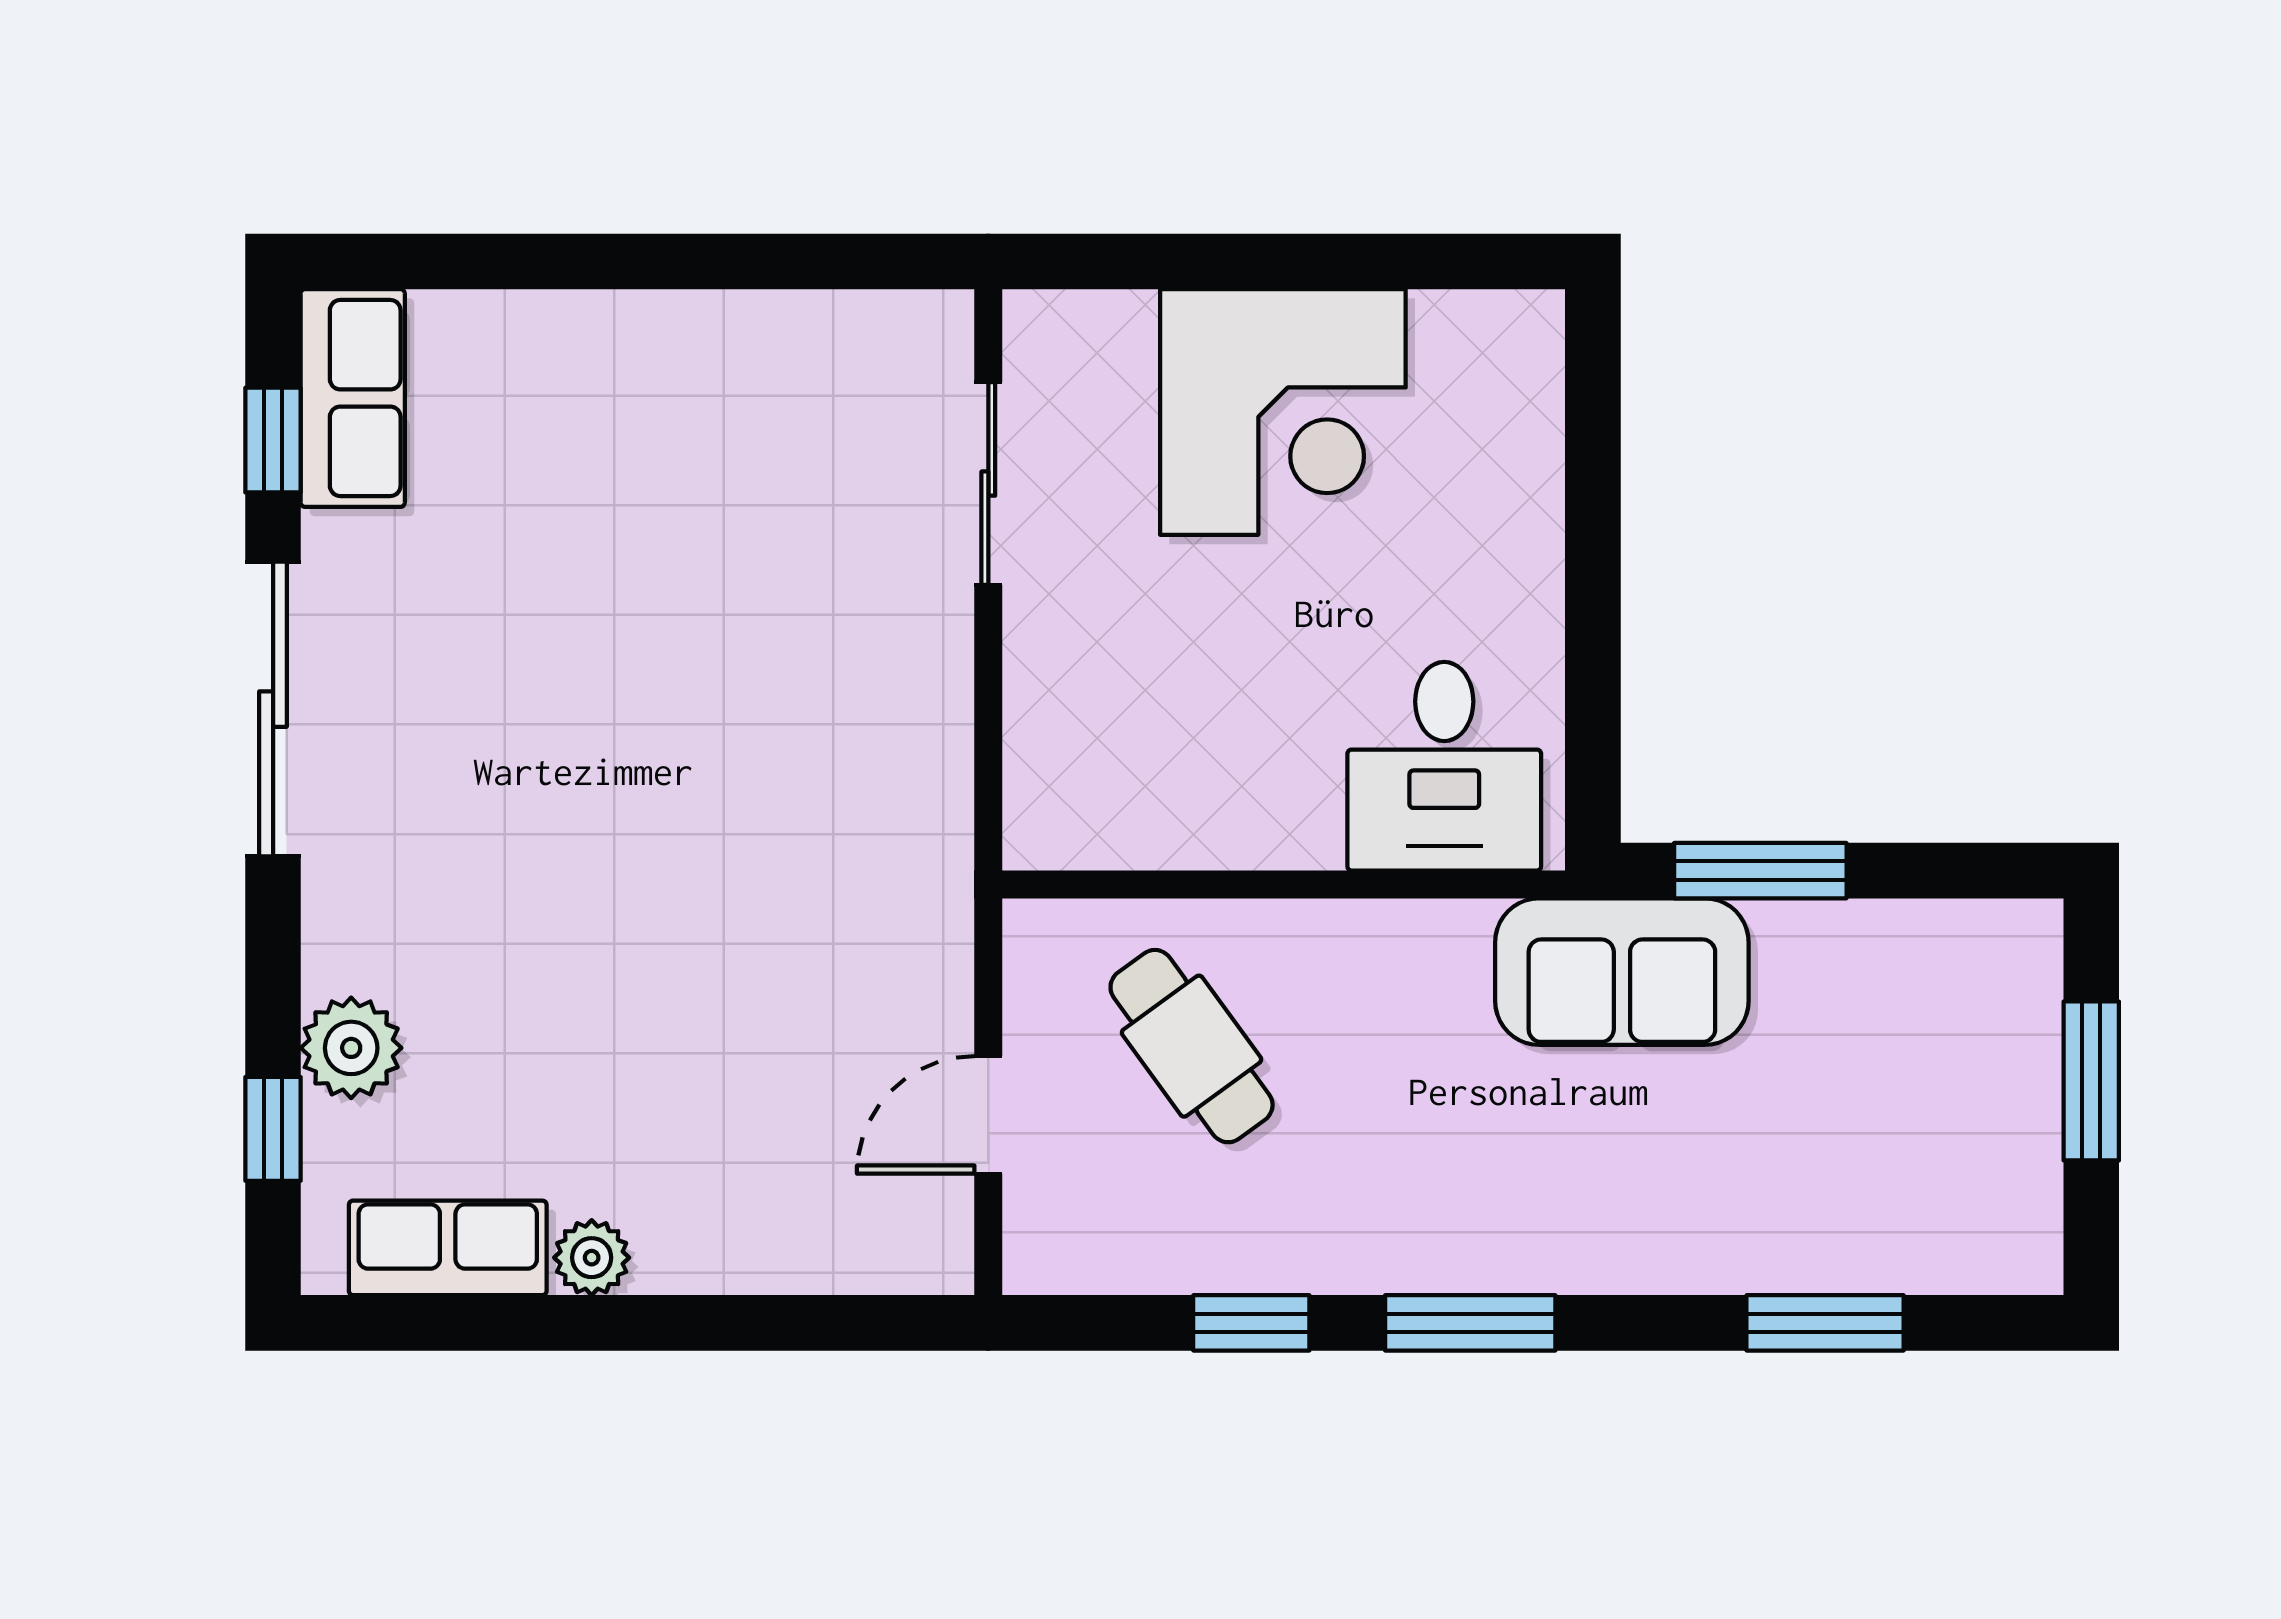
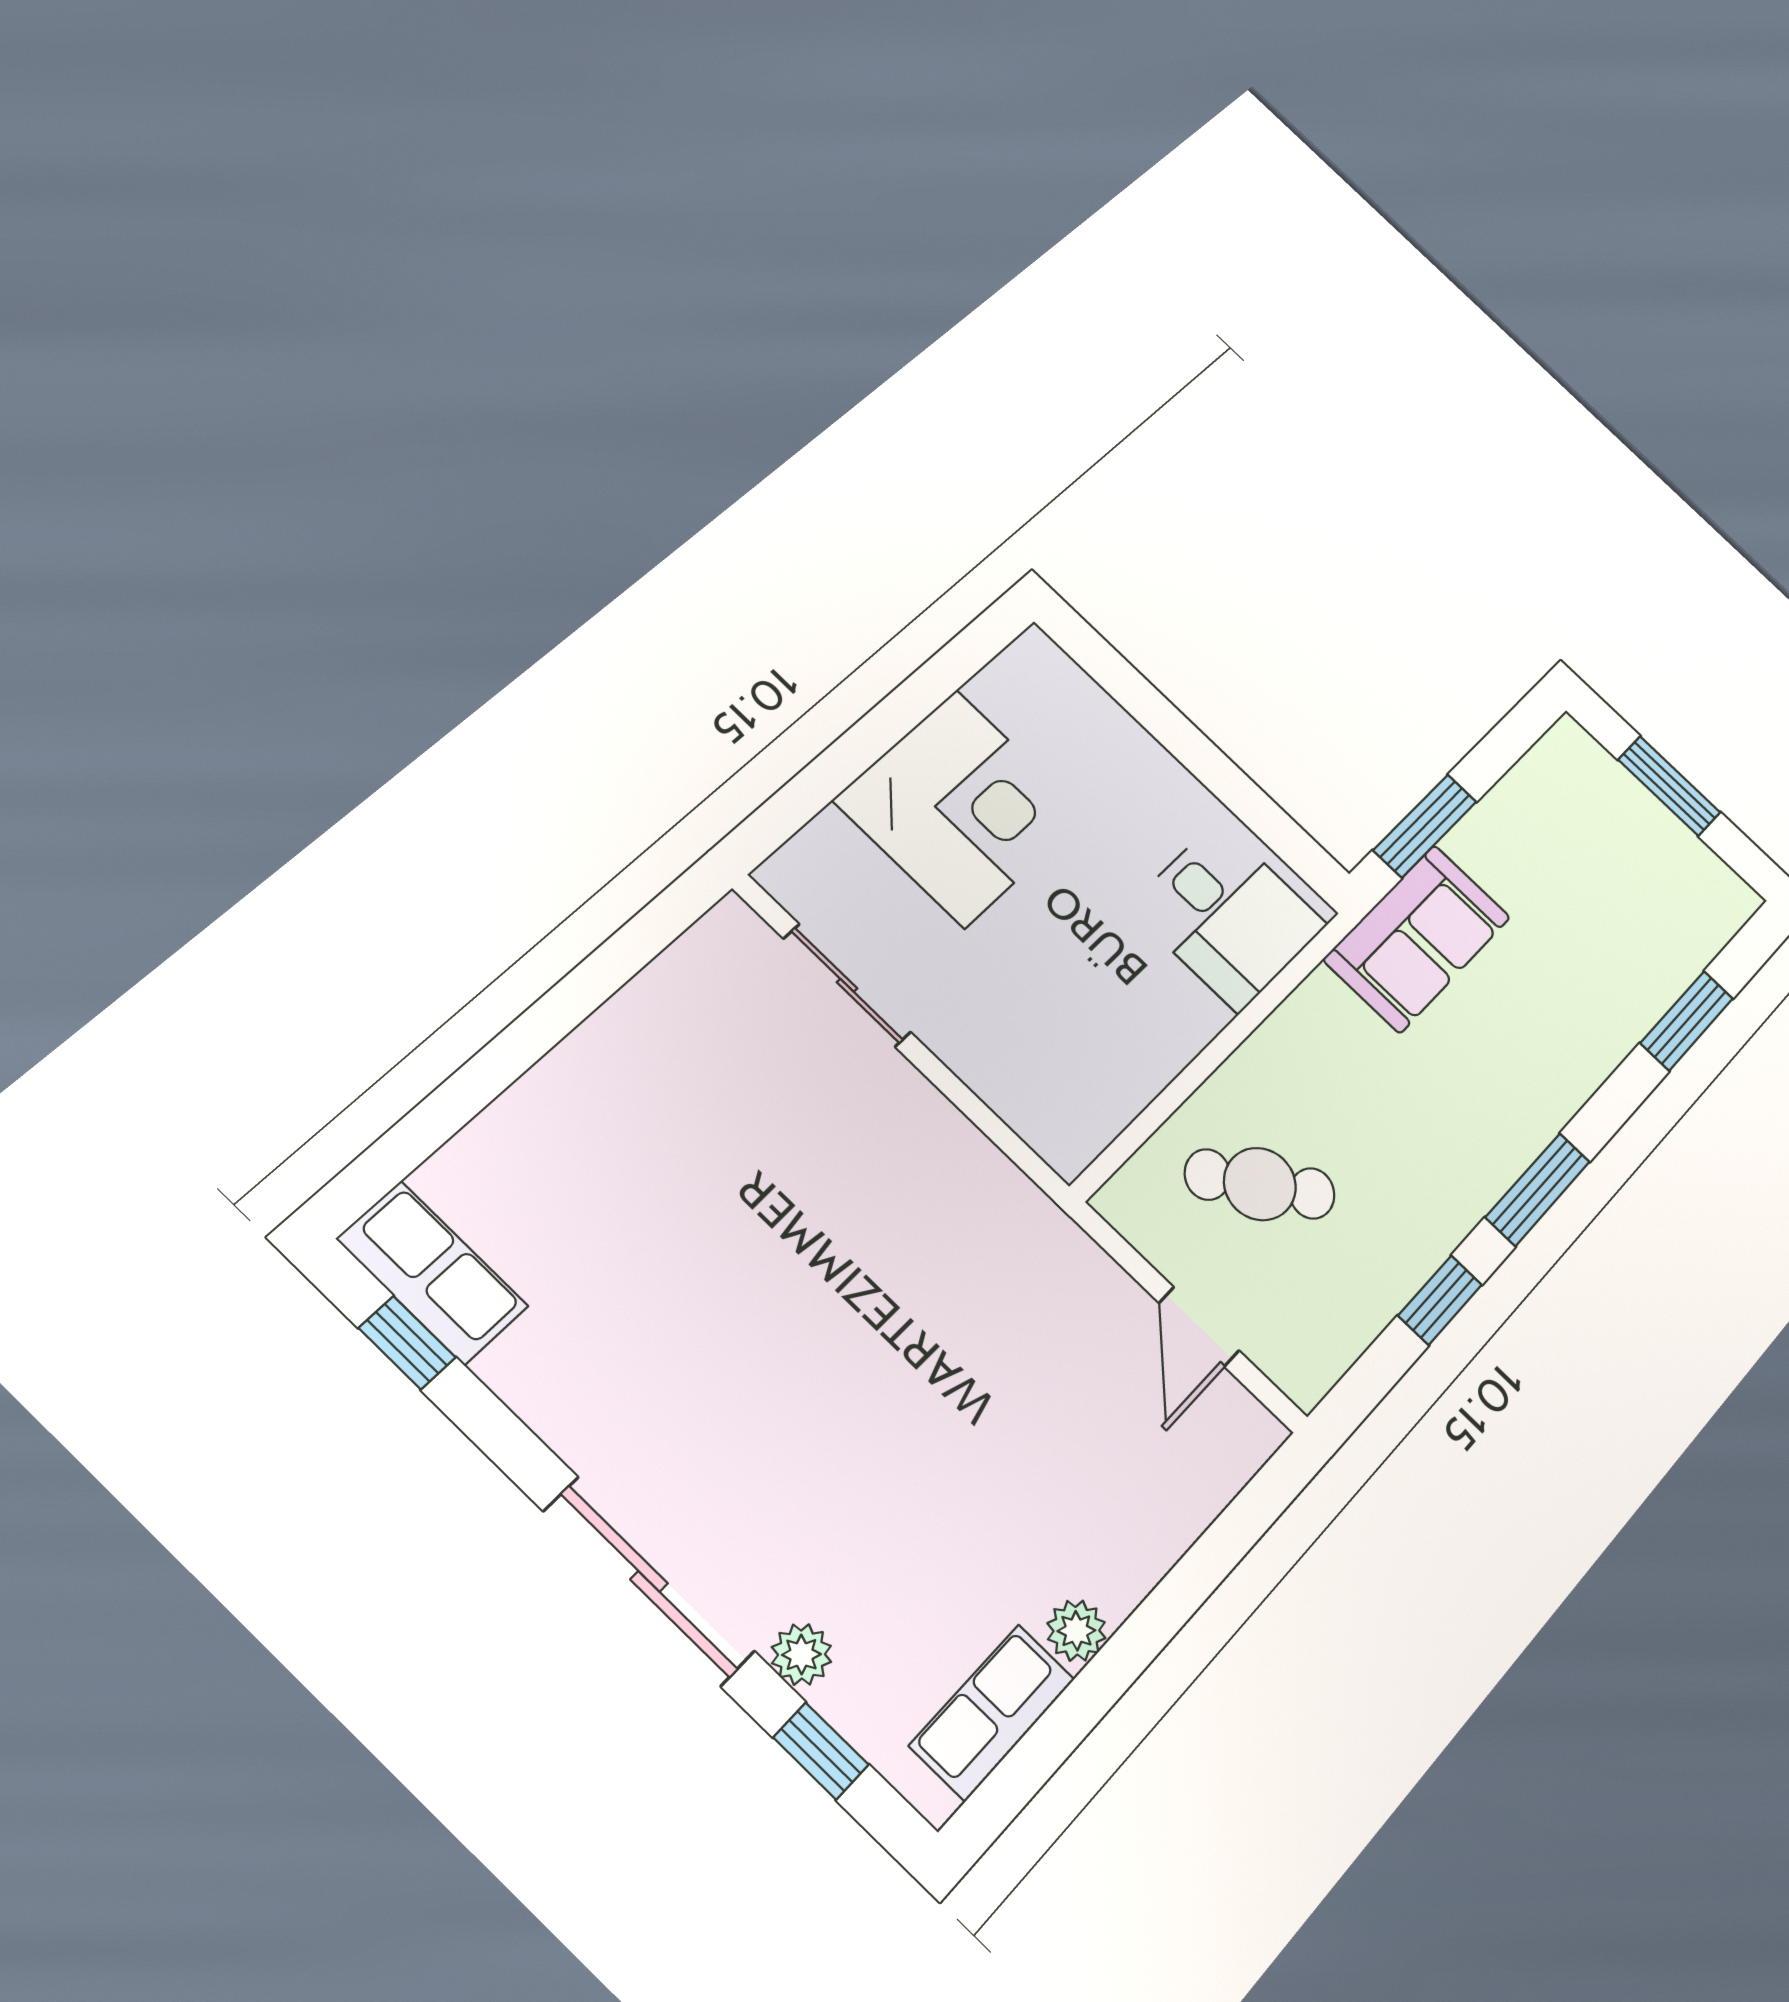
sliding door: (273, 709) -> (649, 1581), moved
plant: (351, 1048) -> (801, 1654), width x0.73, depth x0.73

